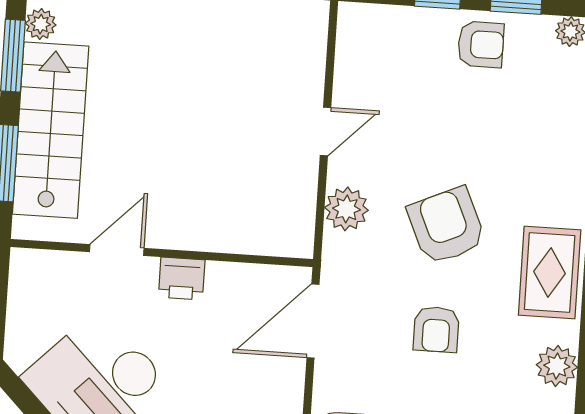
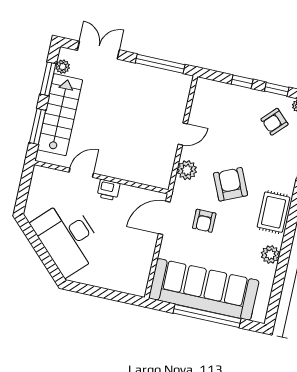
armchair: (481, 44) -> (274, 122), moved, turned 134
armchair: (436, 329) -> (204, 221), moved

